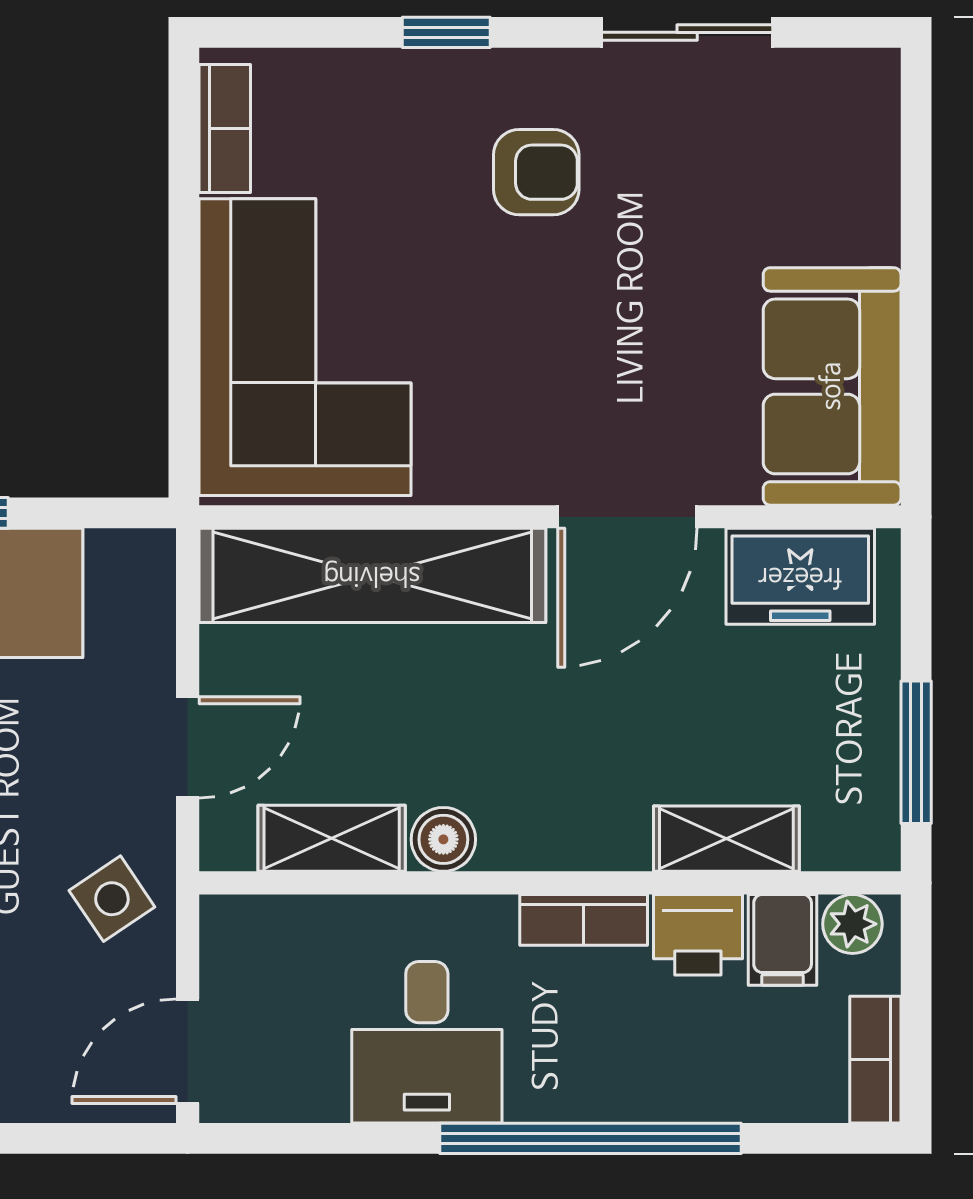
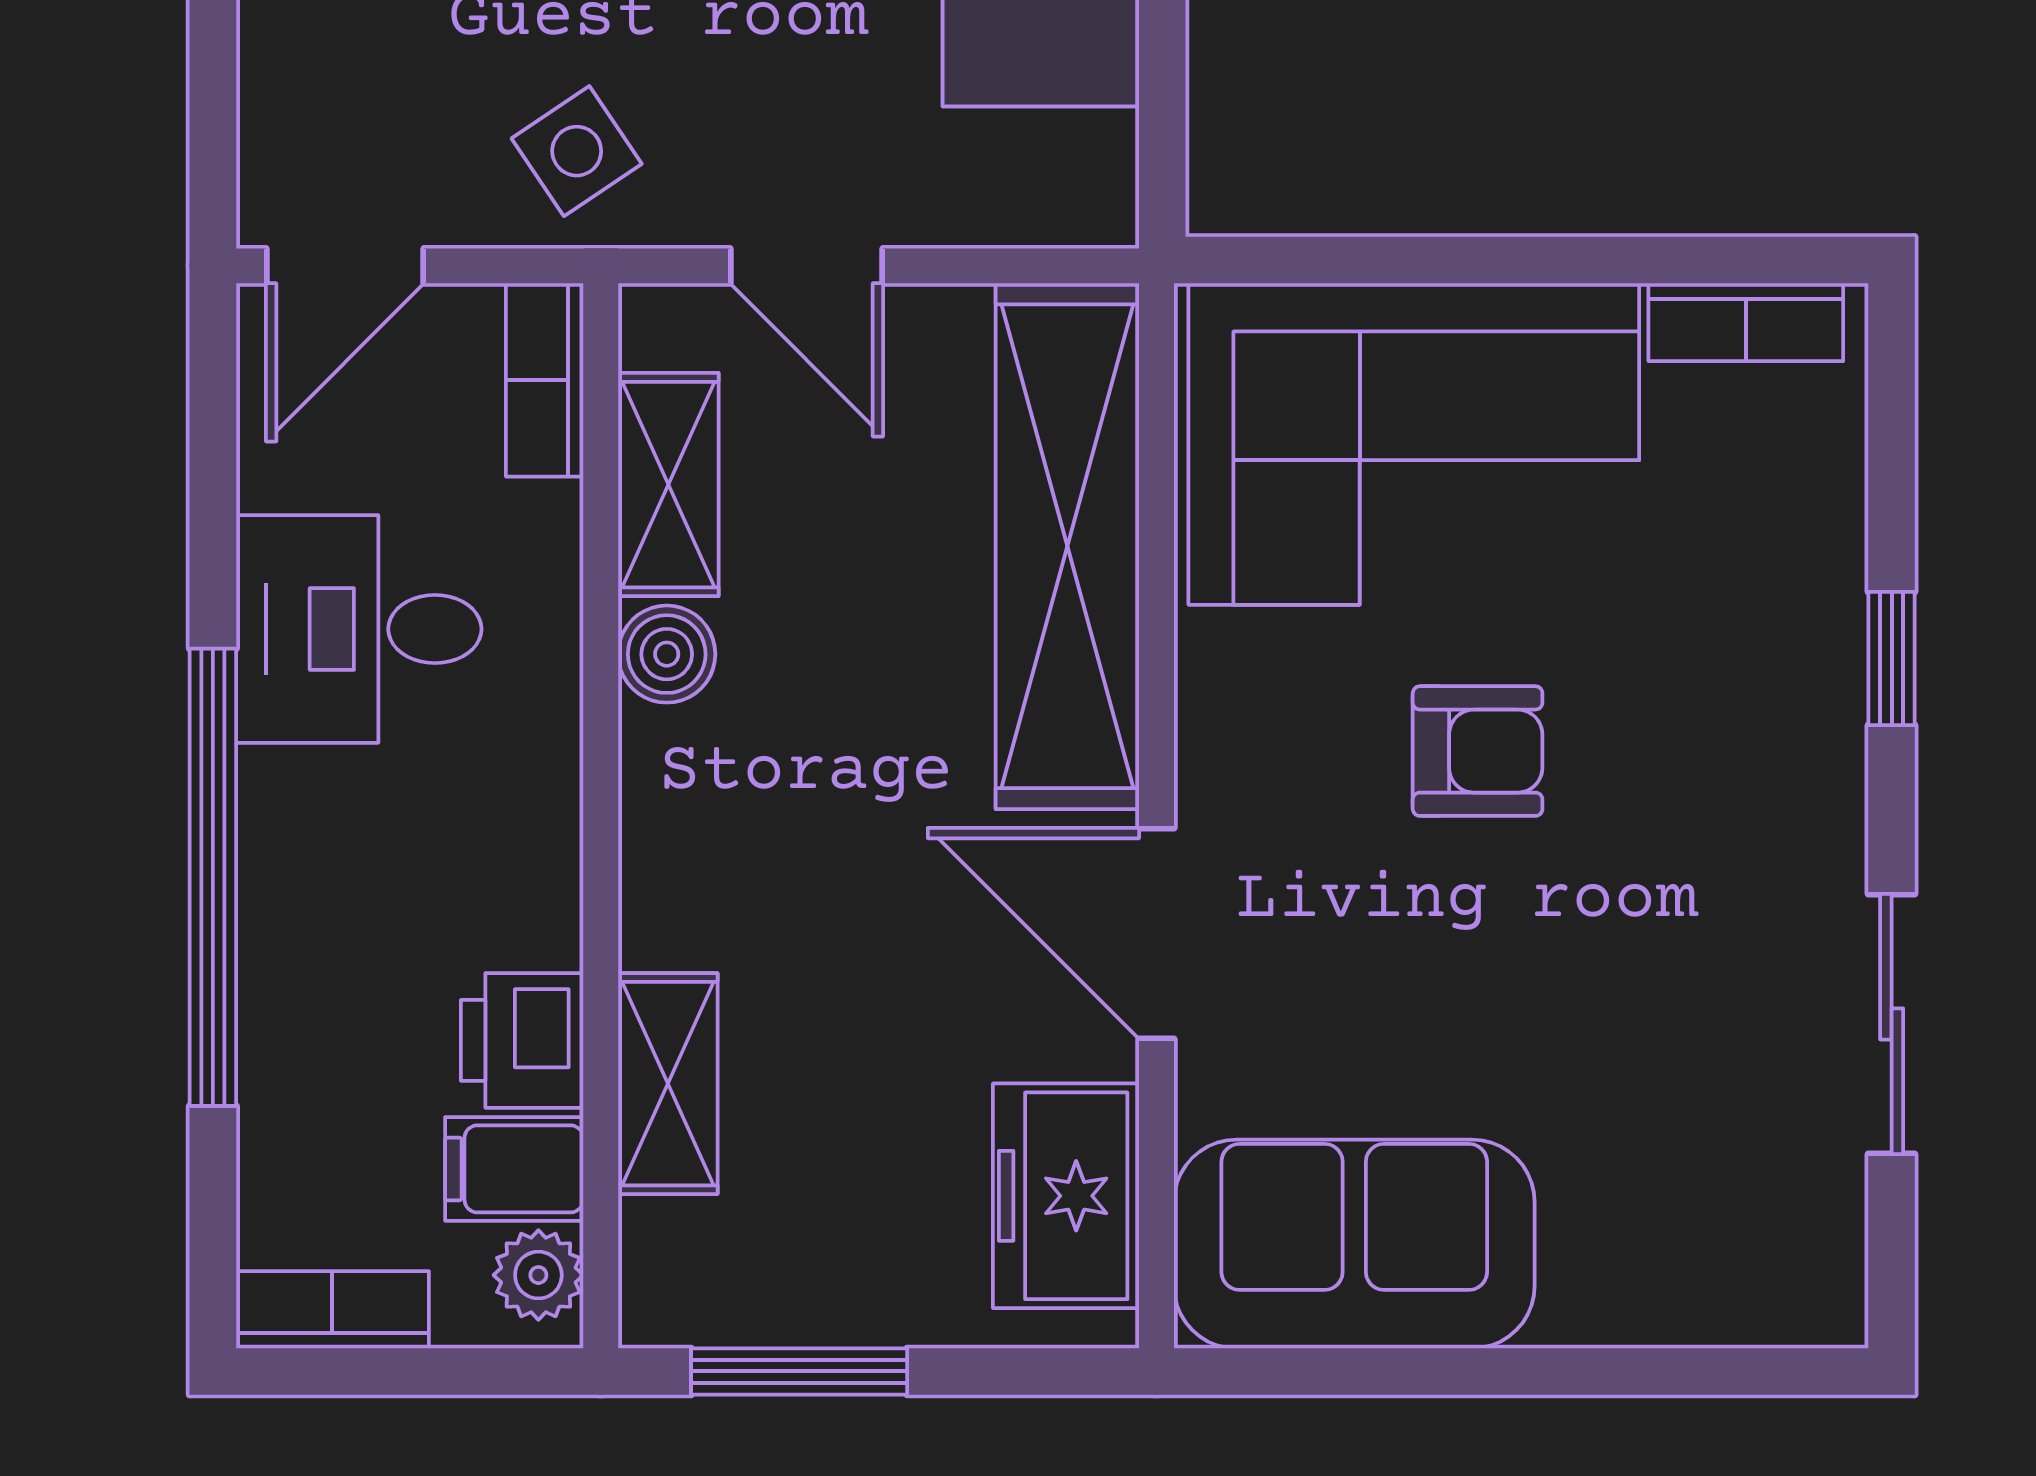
armchair: (536, 172) -> (1478, 751), moved, turned -90
bookcase: (584, 920) -> (545, 380), moved
door: (188, 1051) -> (345, 266), swing flipped

